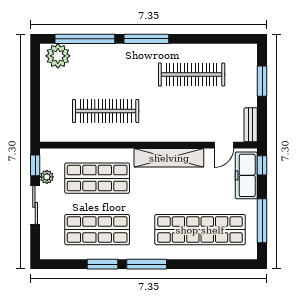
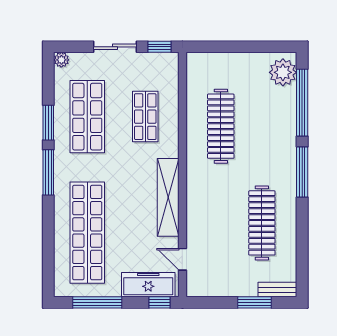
bench: (251, 125) -> (277, 290), moved
plant: (47, 177) -> (61, 60), moved
shop shelf: (97, 178) -> (145, 117), width x0.70, depth x0.74

